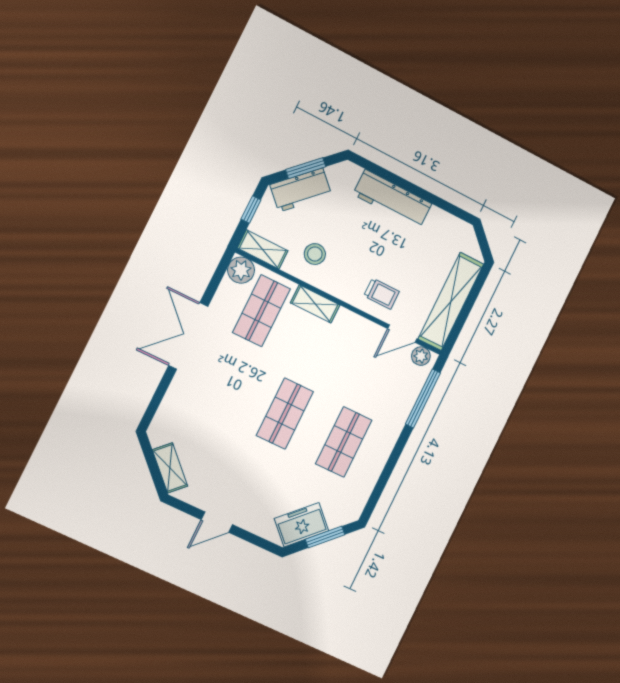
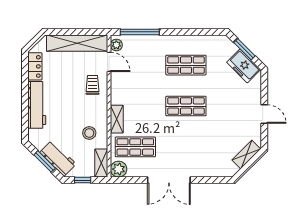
locker: (448, 225) -> (35, 66), added

